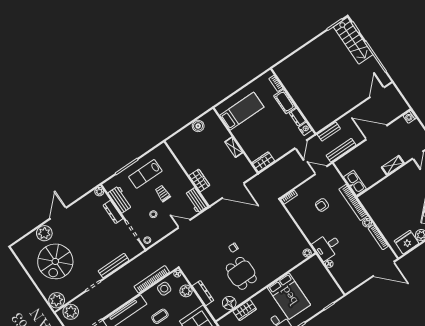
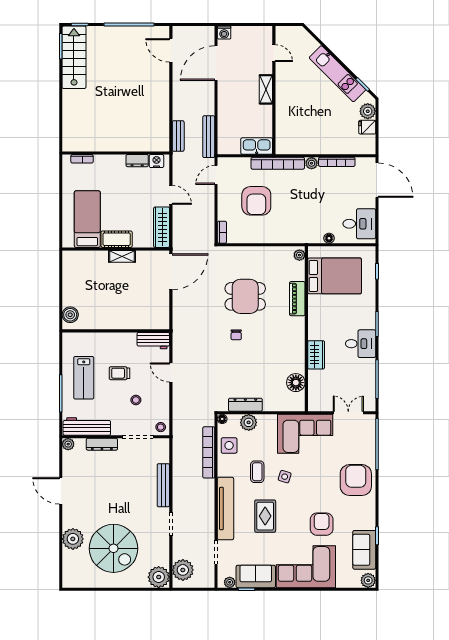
stairs: (353, 41) -> (74, 57), moved, turned -90
cot: (285, 101) -> (117, 239), moved
boiler: (198, 126) -> (70, 315), moved
door: (376, 132) -> (216, 63), moved
door: (301, 144) -> (171, 195), moved
wardrobe: (263, 162) -> (162, 227), width x1.50
wardrobe: (199, 180) -> (133, 321), removed
door: (233, 191) -> (171, 272), moved
workbench: (120, 199) -> (87, 426), width x1.38
armchair: (322, 205) -> (256, 201), width x1.88, depth x1.88
door: (58, 213) -> (61, 491), moved
door: (184, 224) -> (171, 372), hinge flipped
fridge: (407, 242) -> (367, 127), width x0.53, depth x0.75
desk: (327, 246) -> (359, 224), moved, turned -90
piano: (280, 269) -> (297, 299), added
door: (384, 269) -> (377, 180), hinge flipped
dining table: (241, 273) -> (245, 296), moved
dresser: (203, 293) -> (245, 405), moved
bed: (289, 296) -> (335, 276), moved
wardrobe: (245, 310) -> (316, 355), moved

